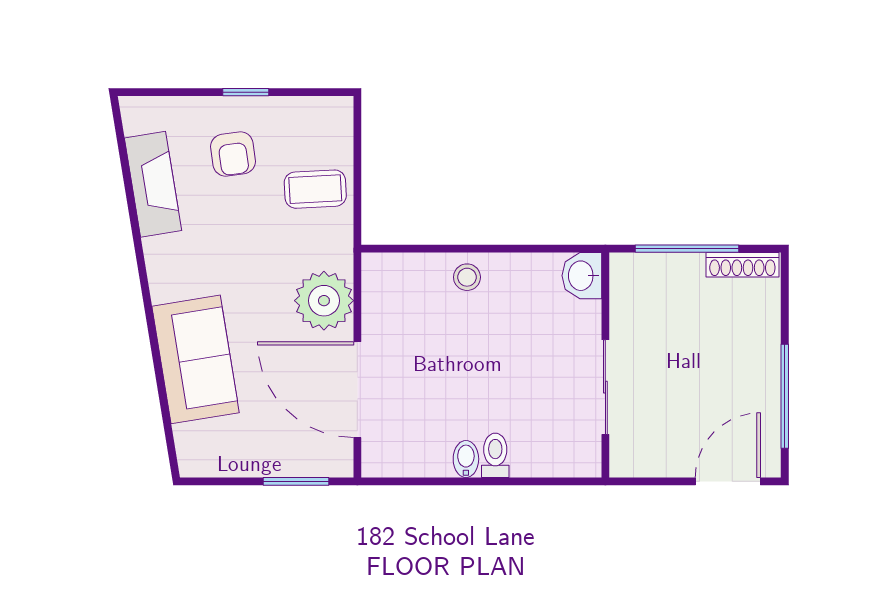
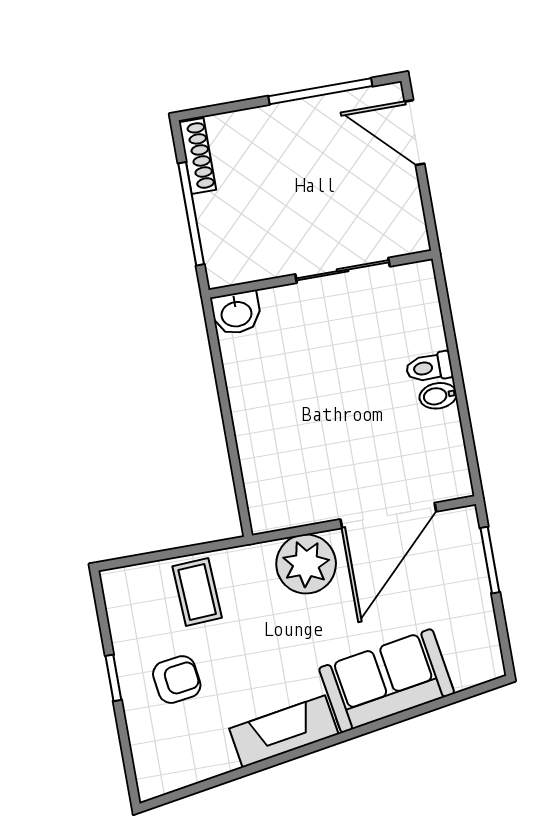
fireplace: (153, 184) -> (284, 731), moved
stool: (467, 277) -> (258, 426), removed

